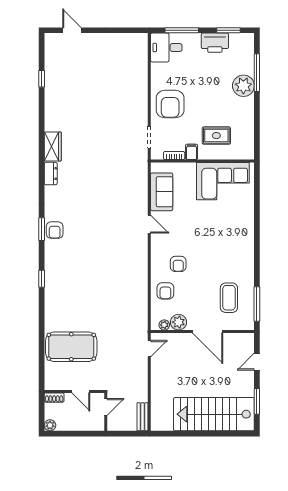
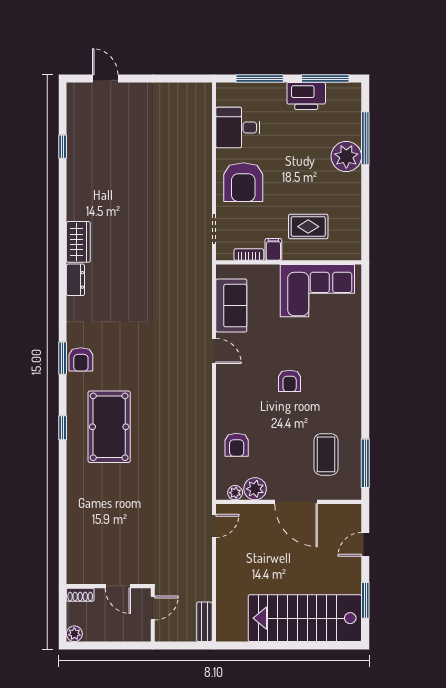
window: (228, 30) -> (325, 78), width x1.44
desk: (166, 48) -> (238, 128), moved
armchair: (178, 264) -> (290, 381), moved
pool table: (71, 347) -> (109, 427), moved, turned 90

